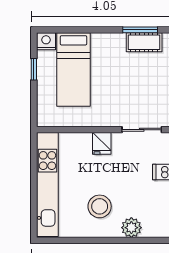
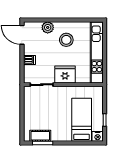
fridge: (102, 143) -> (65, 75), width x1.88, depth x1.34

